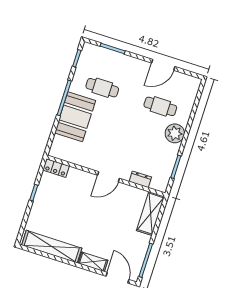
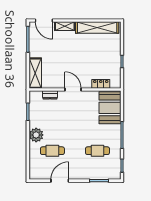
booth: (75, 117) -> (110, 108), moved
locker: (56, 168) -> (101, 84), moved
door: (109, 177) -> (73, 90), hinge flipped

